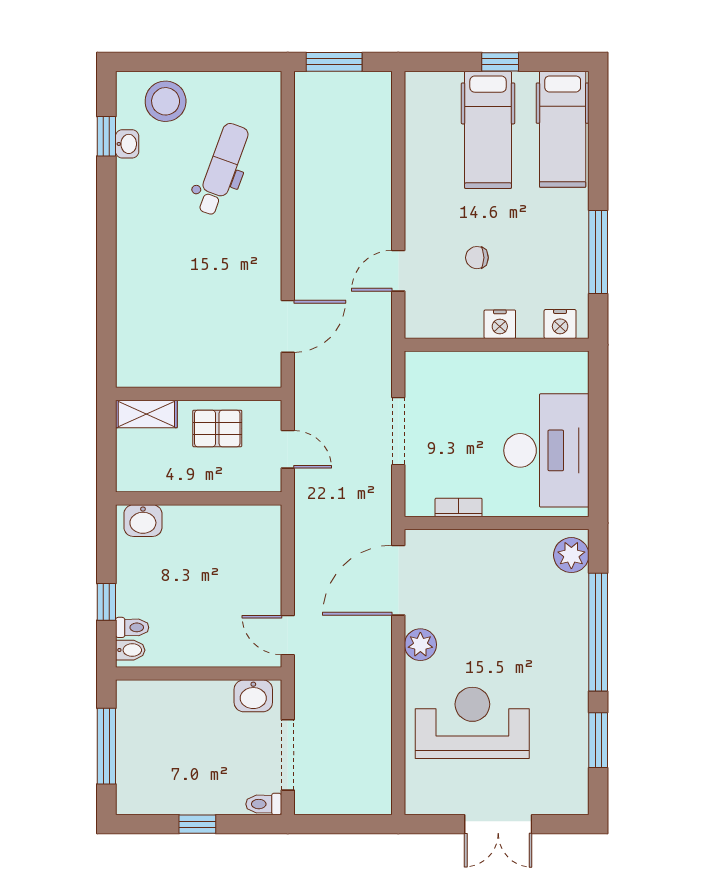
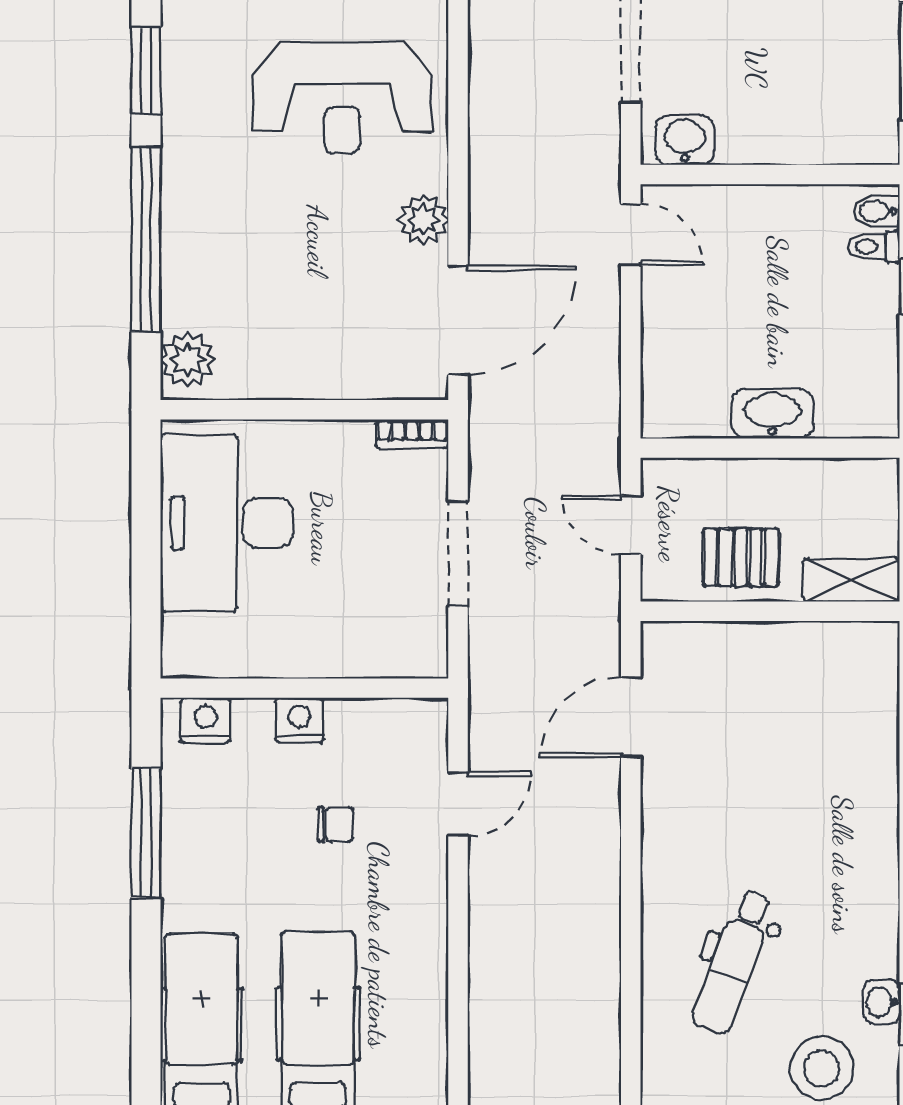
bookcase: (459, 507) -> (412, 434), moved
washbasin: (143, 521) -> (772, 413), moved, width x1.38

